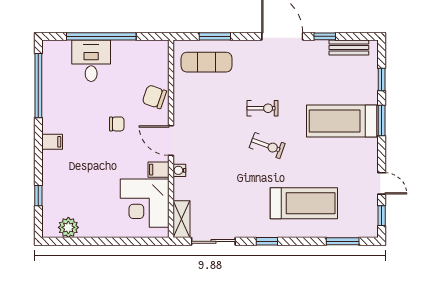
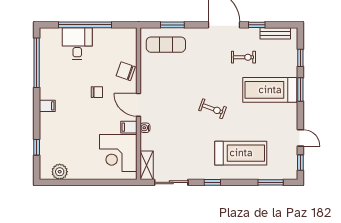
exercise bike: (262, 108) -> (243, 57), moved

